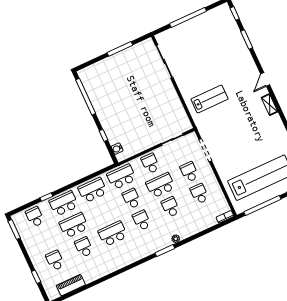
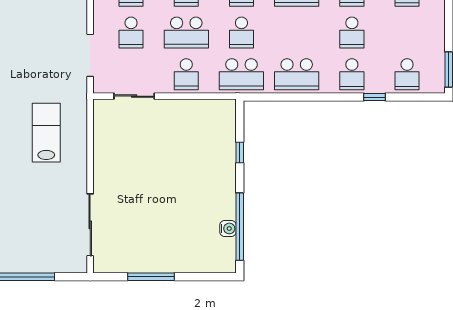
lab bench: (210, 99) -> (46, 133), turned 90
water cooler: (117, 149) -> (228, 228), moved
school desk: (64, 203) -> (352, 74), width x0.54
school desk: (74, 225) -> (352, 33), width x0.54

